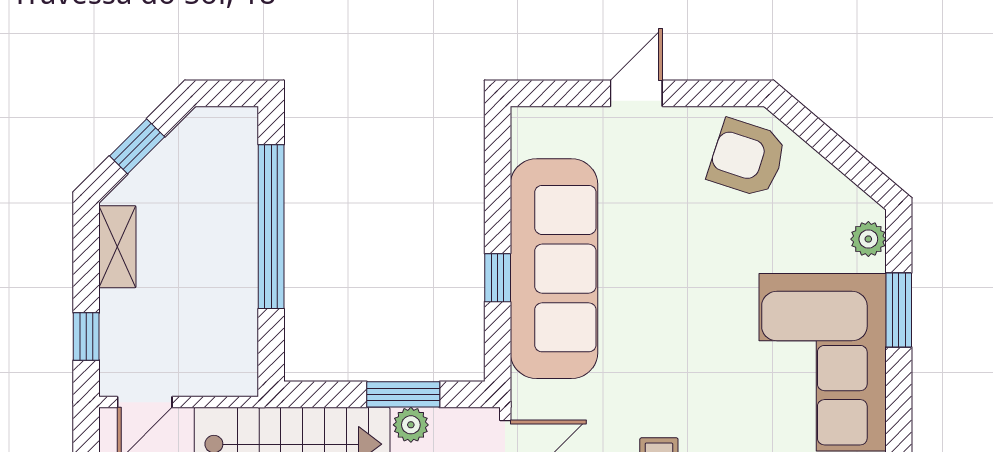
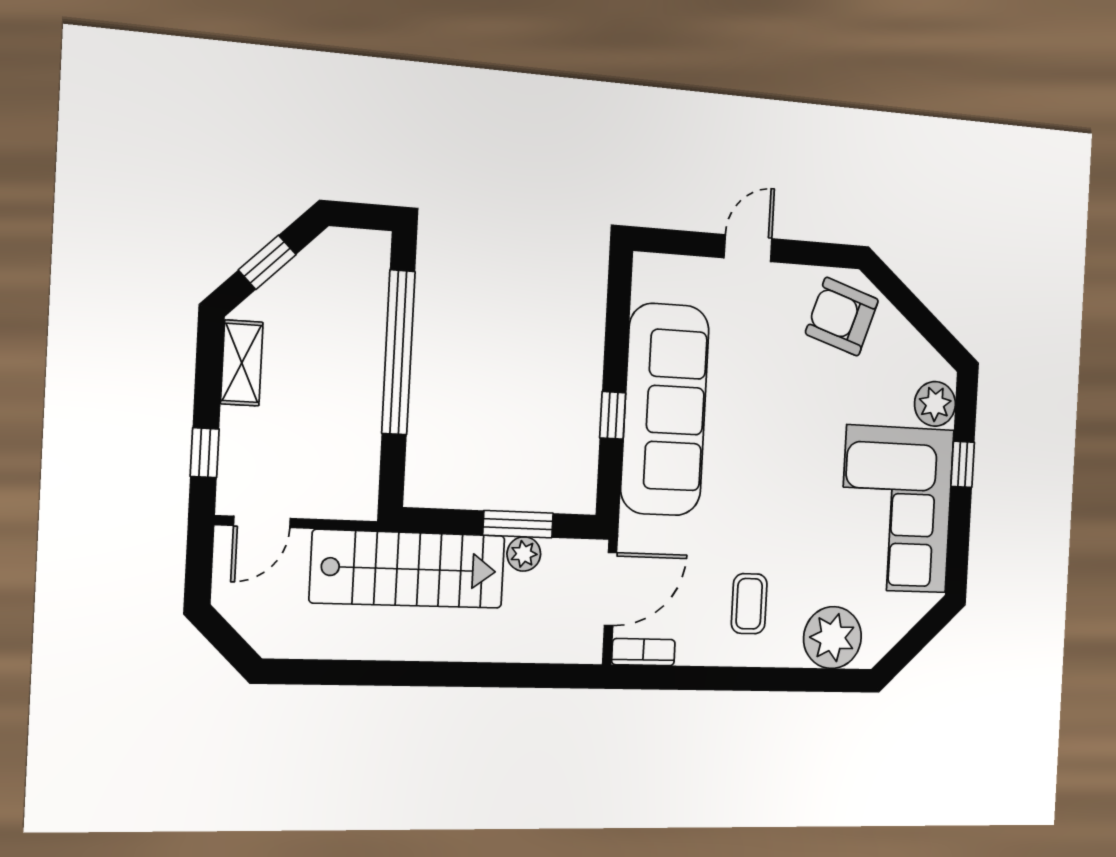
plant: (868, 239) -> (935, 404), width x1.38, depth x1.38
window: (899, 310) -> (963, 464), width x0.67

